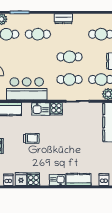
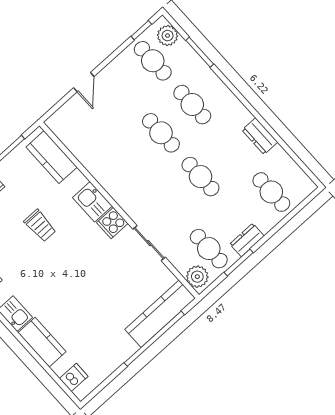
dresser: (63, 19) -> (260, 136), moved
cafe table: (70, 79) -> (161, 133), moved
bar counter: (27, 89) -> (103, 157), removed

